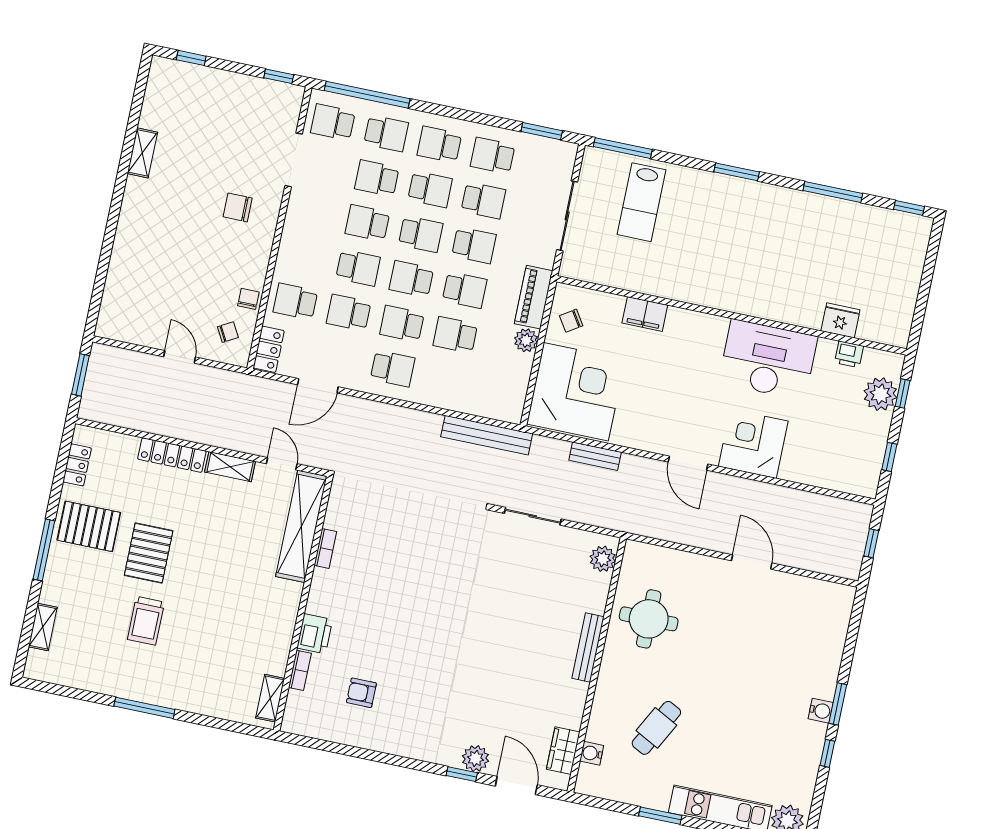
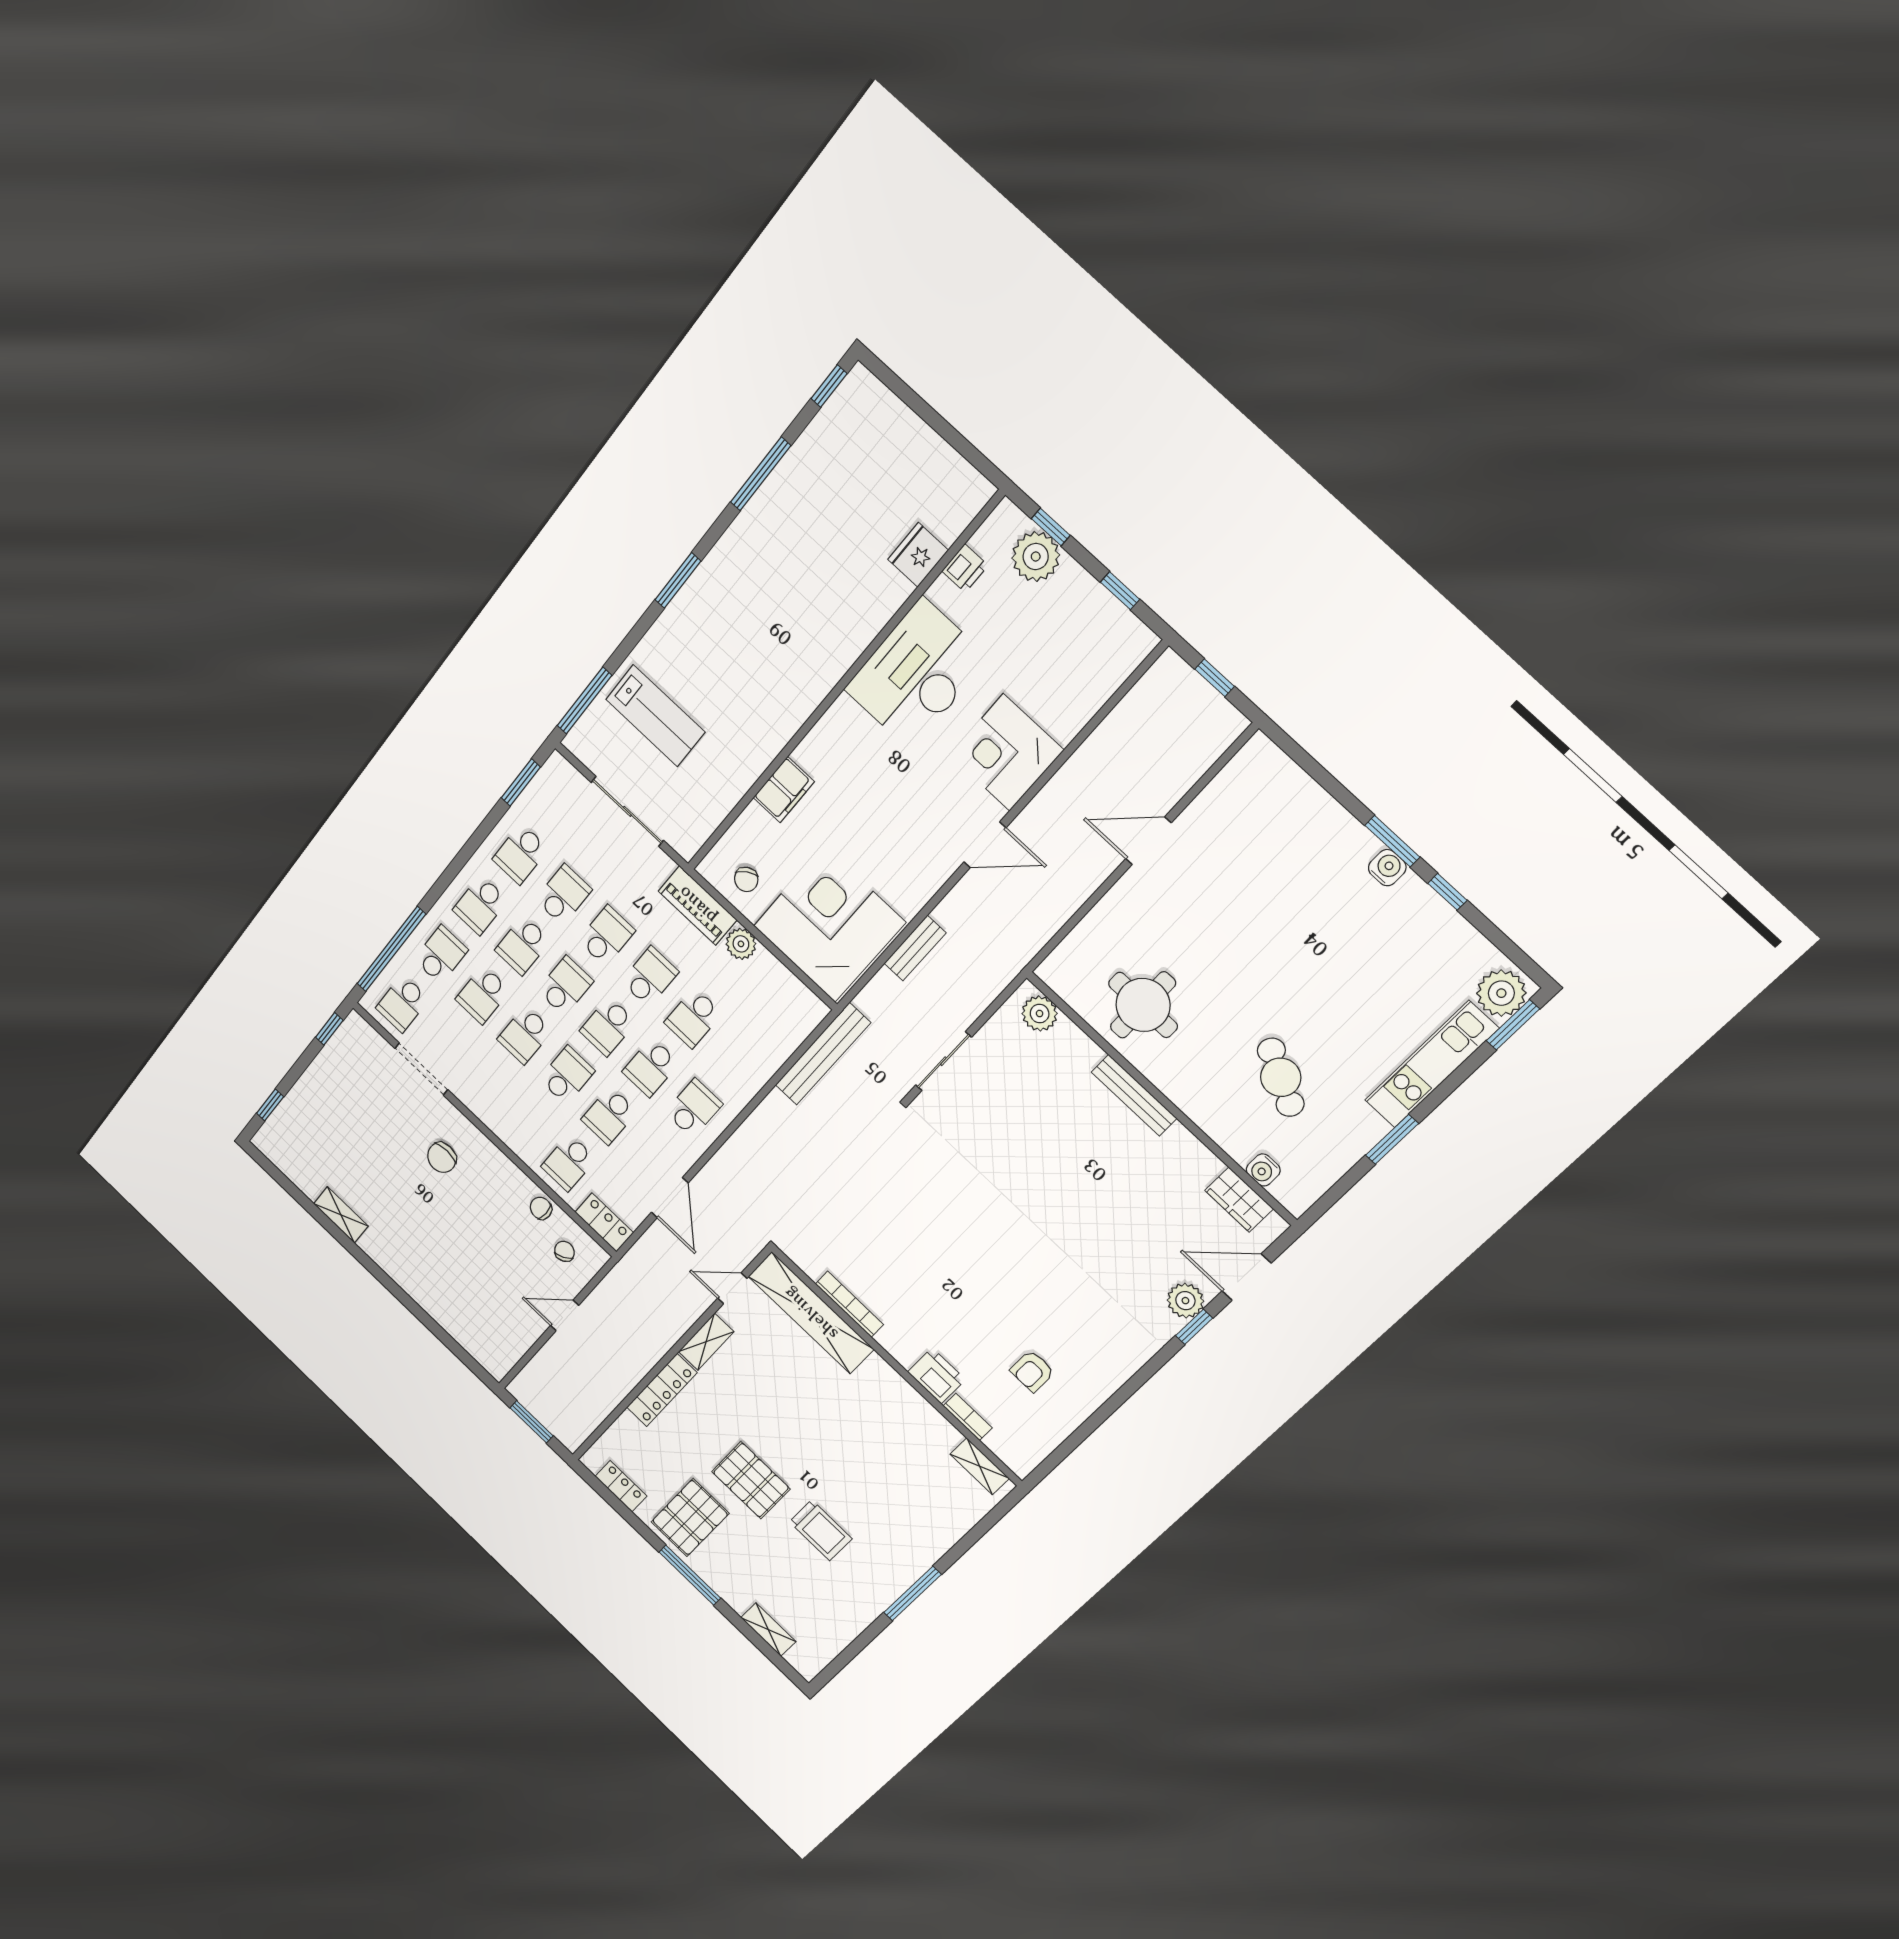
school desk: (430, 189) -> (523, 945), turned 180
bookcase: (325, 548) -> (849, 1304), width x1.56

